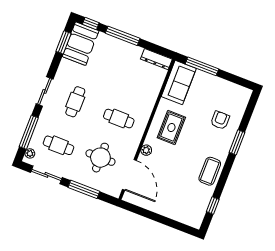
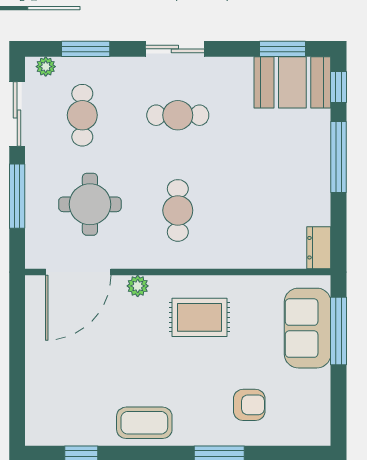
dresser: (156, 59) -> (319, 248), width x0.70
sofa: (179, 82) -> (308, 328), moved, turned 90
window: (29, 132) -> (86, 49), width x0.69

